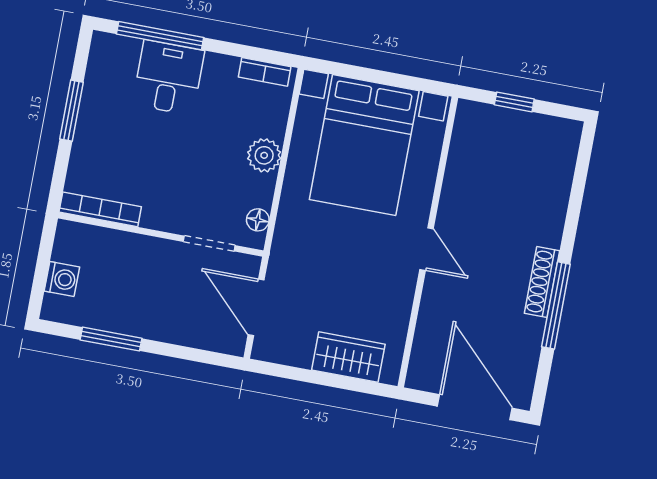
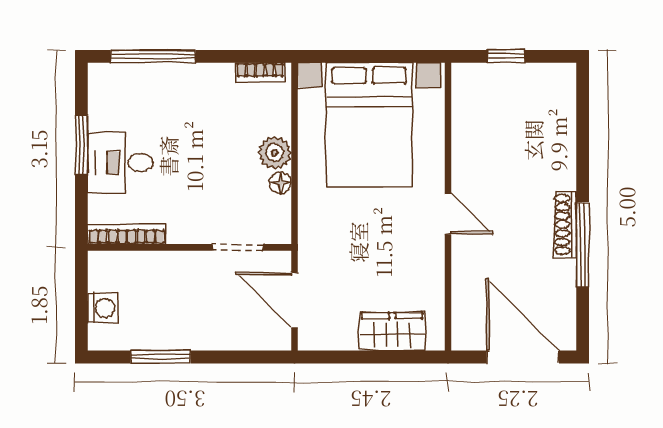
desk: (168, 78) -> (120, 163), moved, turned -90
floor lamp: (258, 220) -> (280, 183), moved

